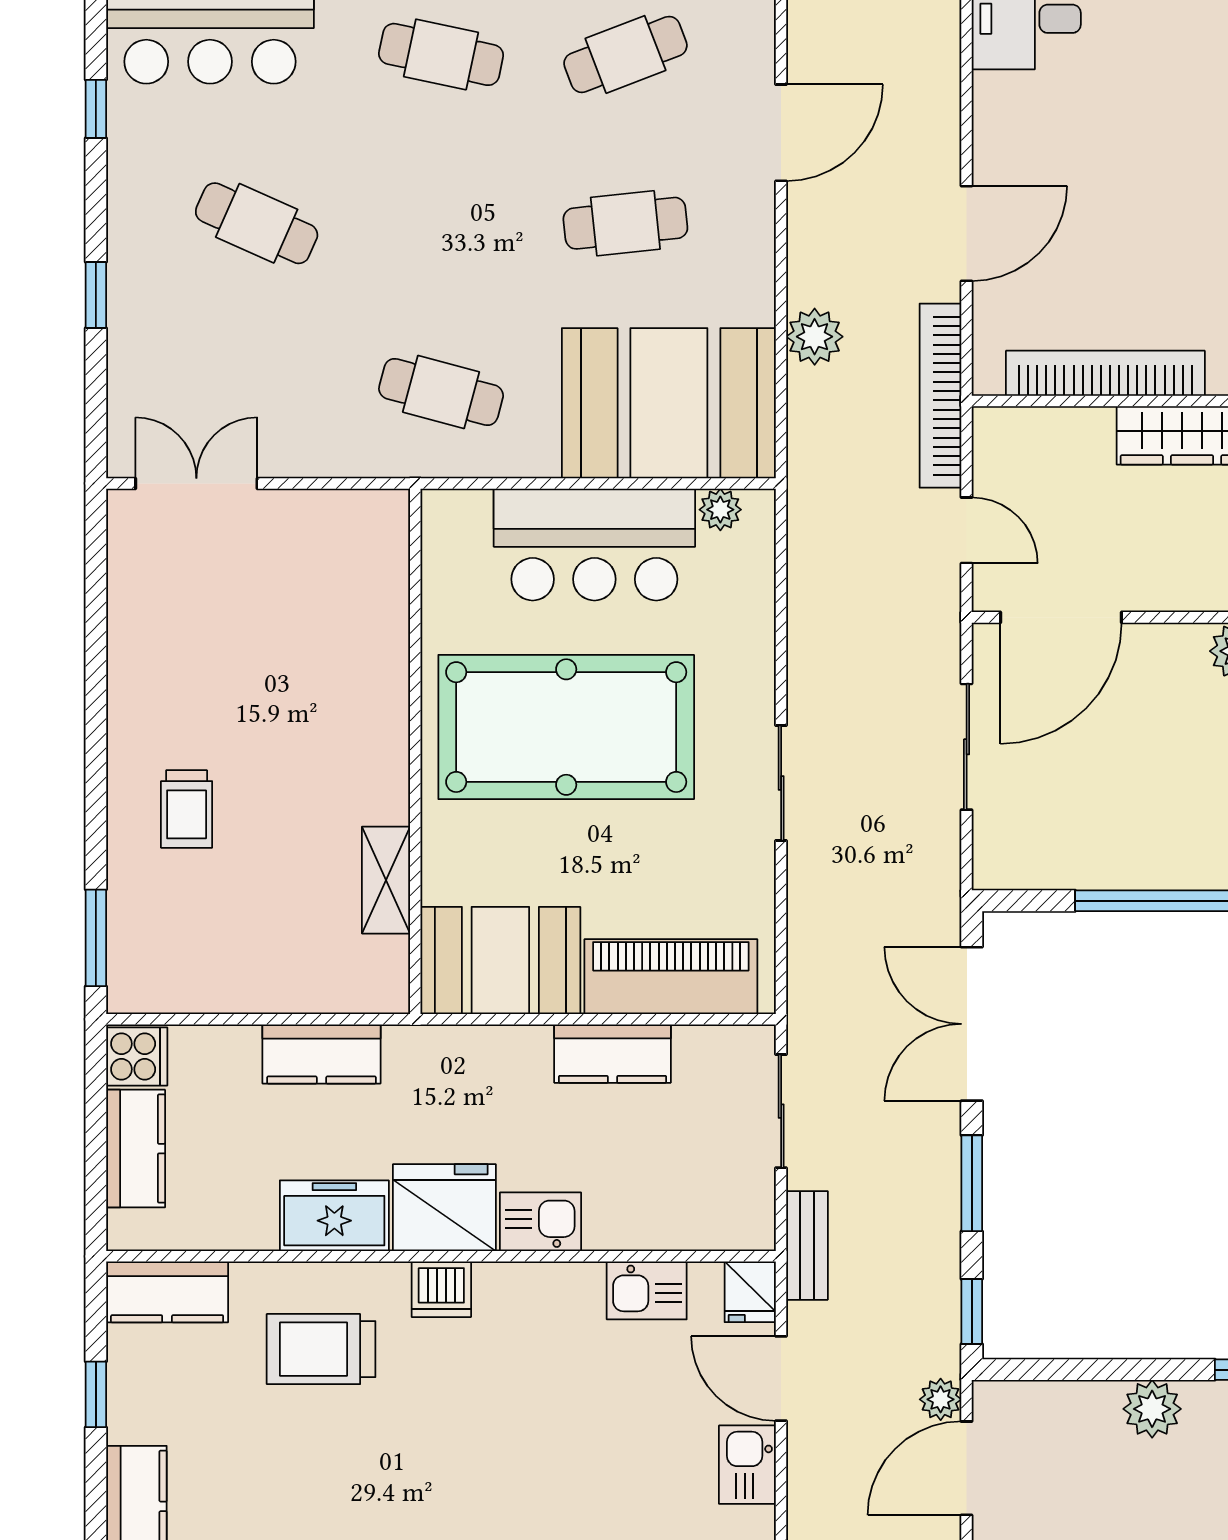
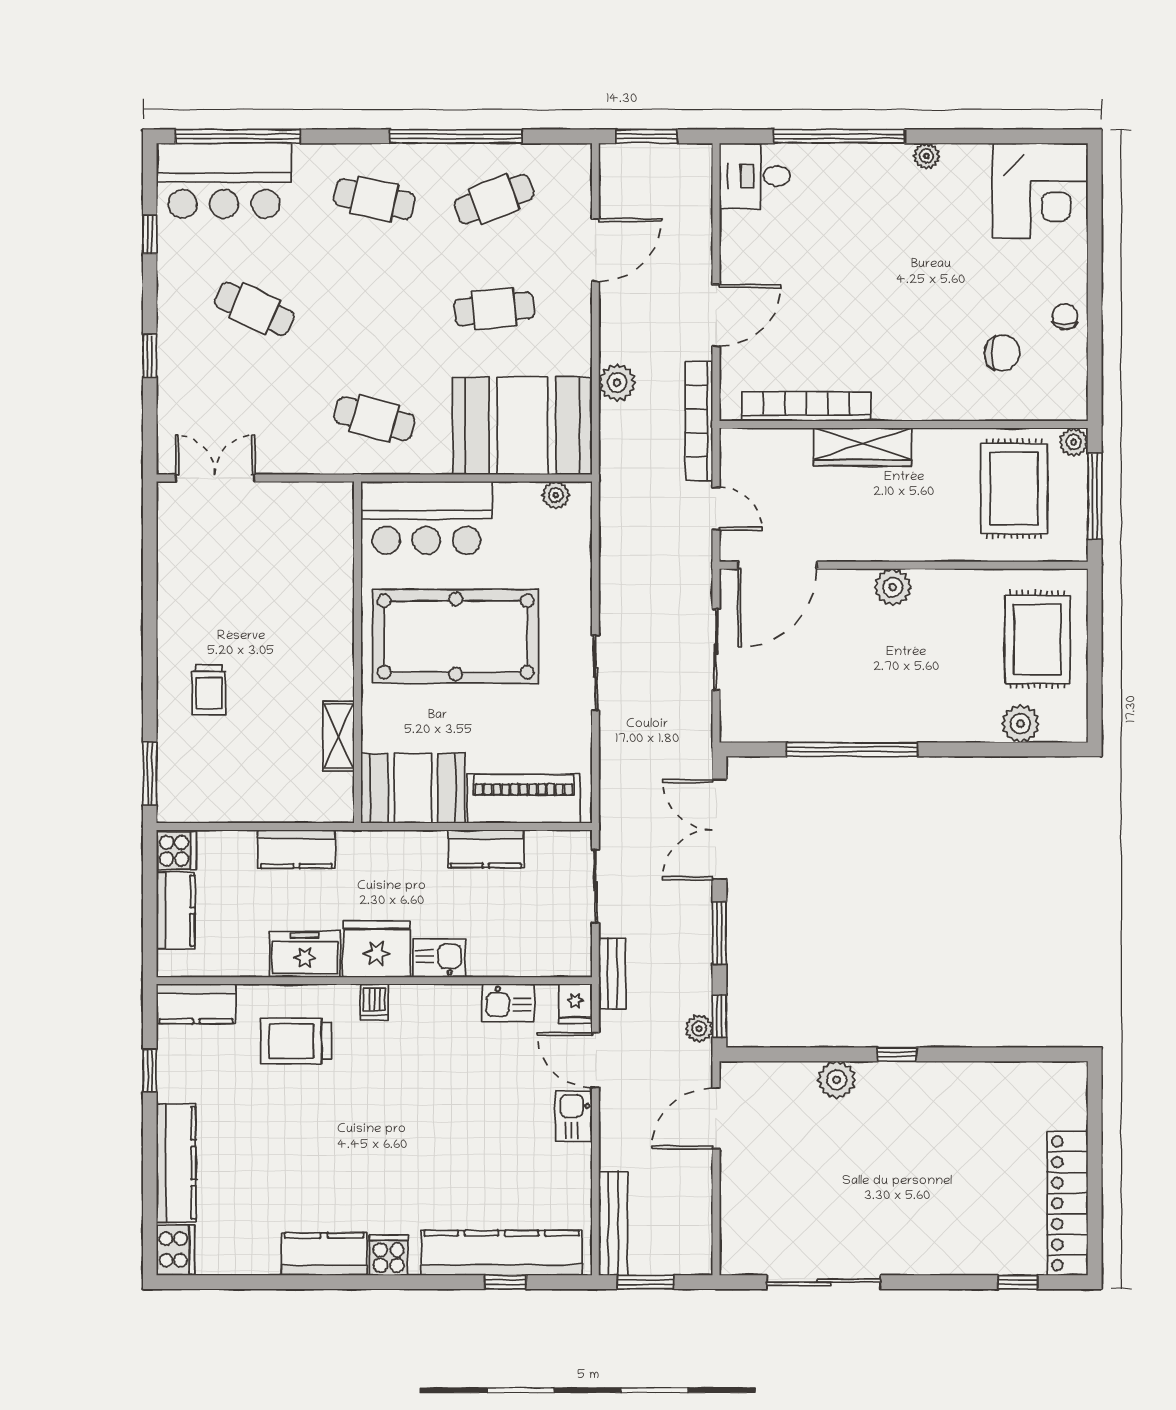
bar counter: (594, 545) -> (426, 518), moved
dishwasher: (441, 1289) -> (374, 1002), width x0.73
plant: (941, 1399) -> (699, 1029), moved

